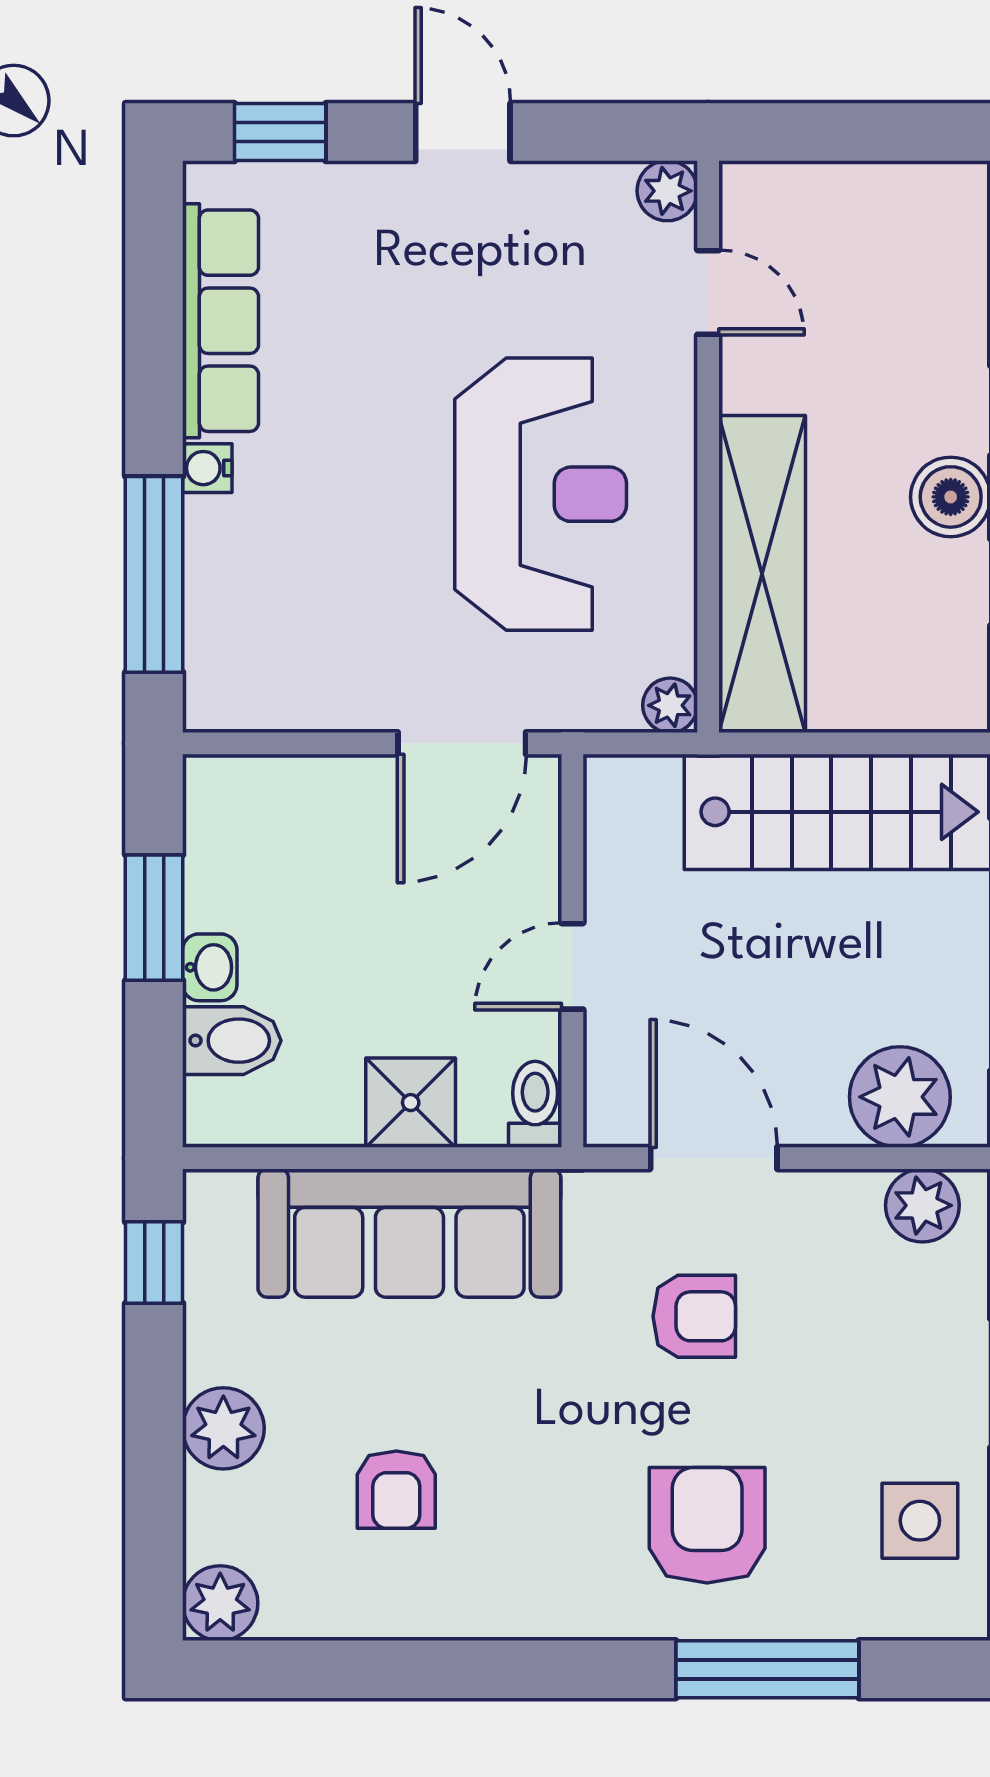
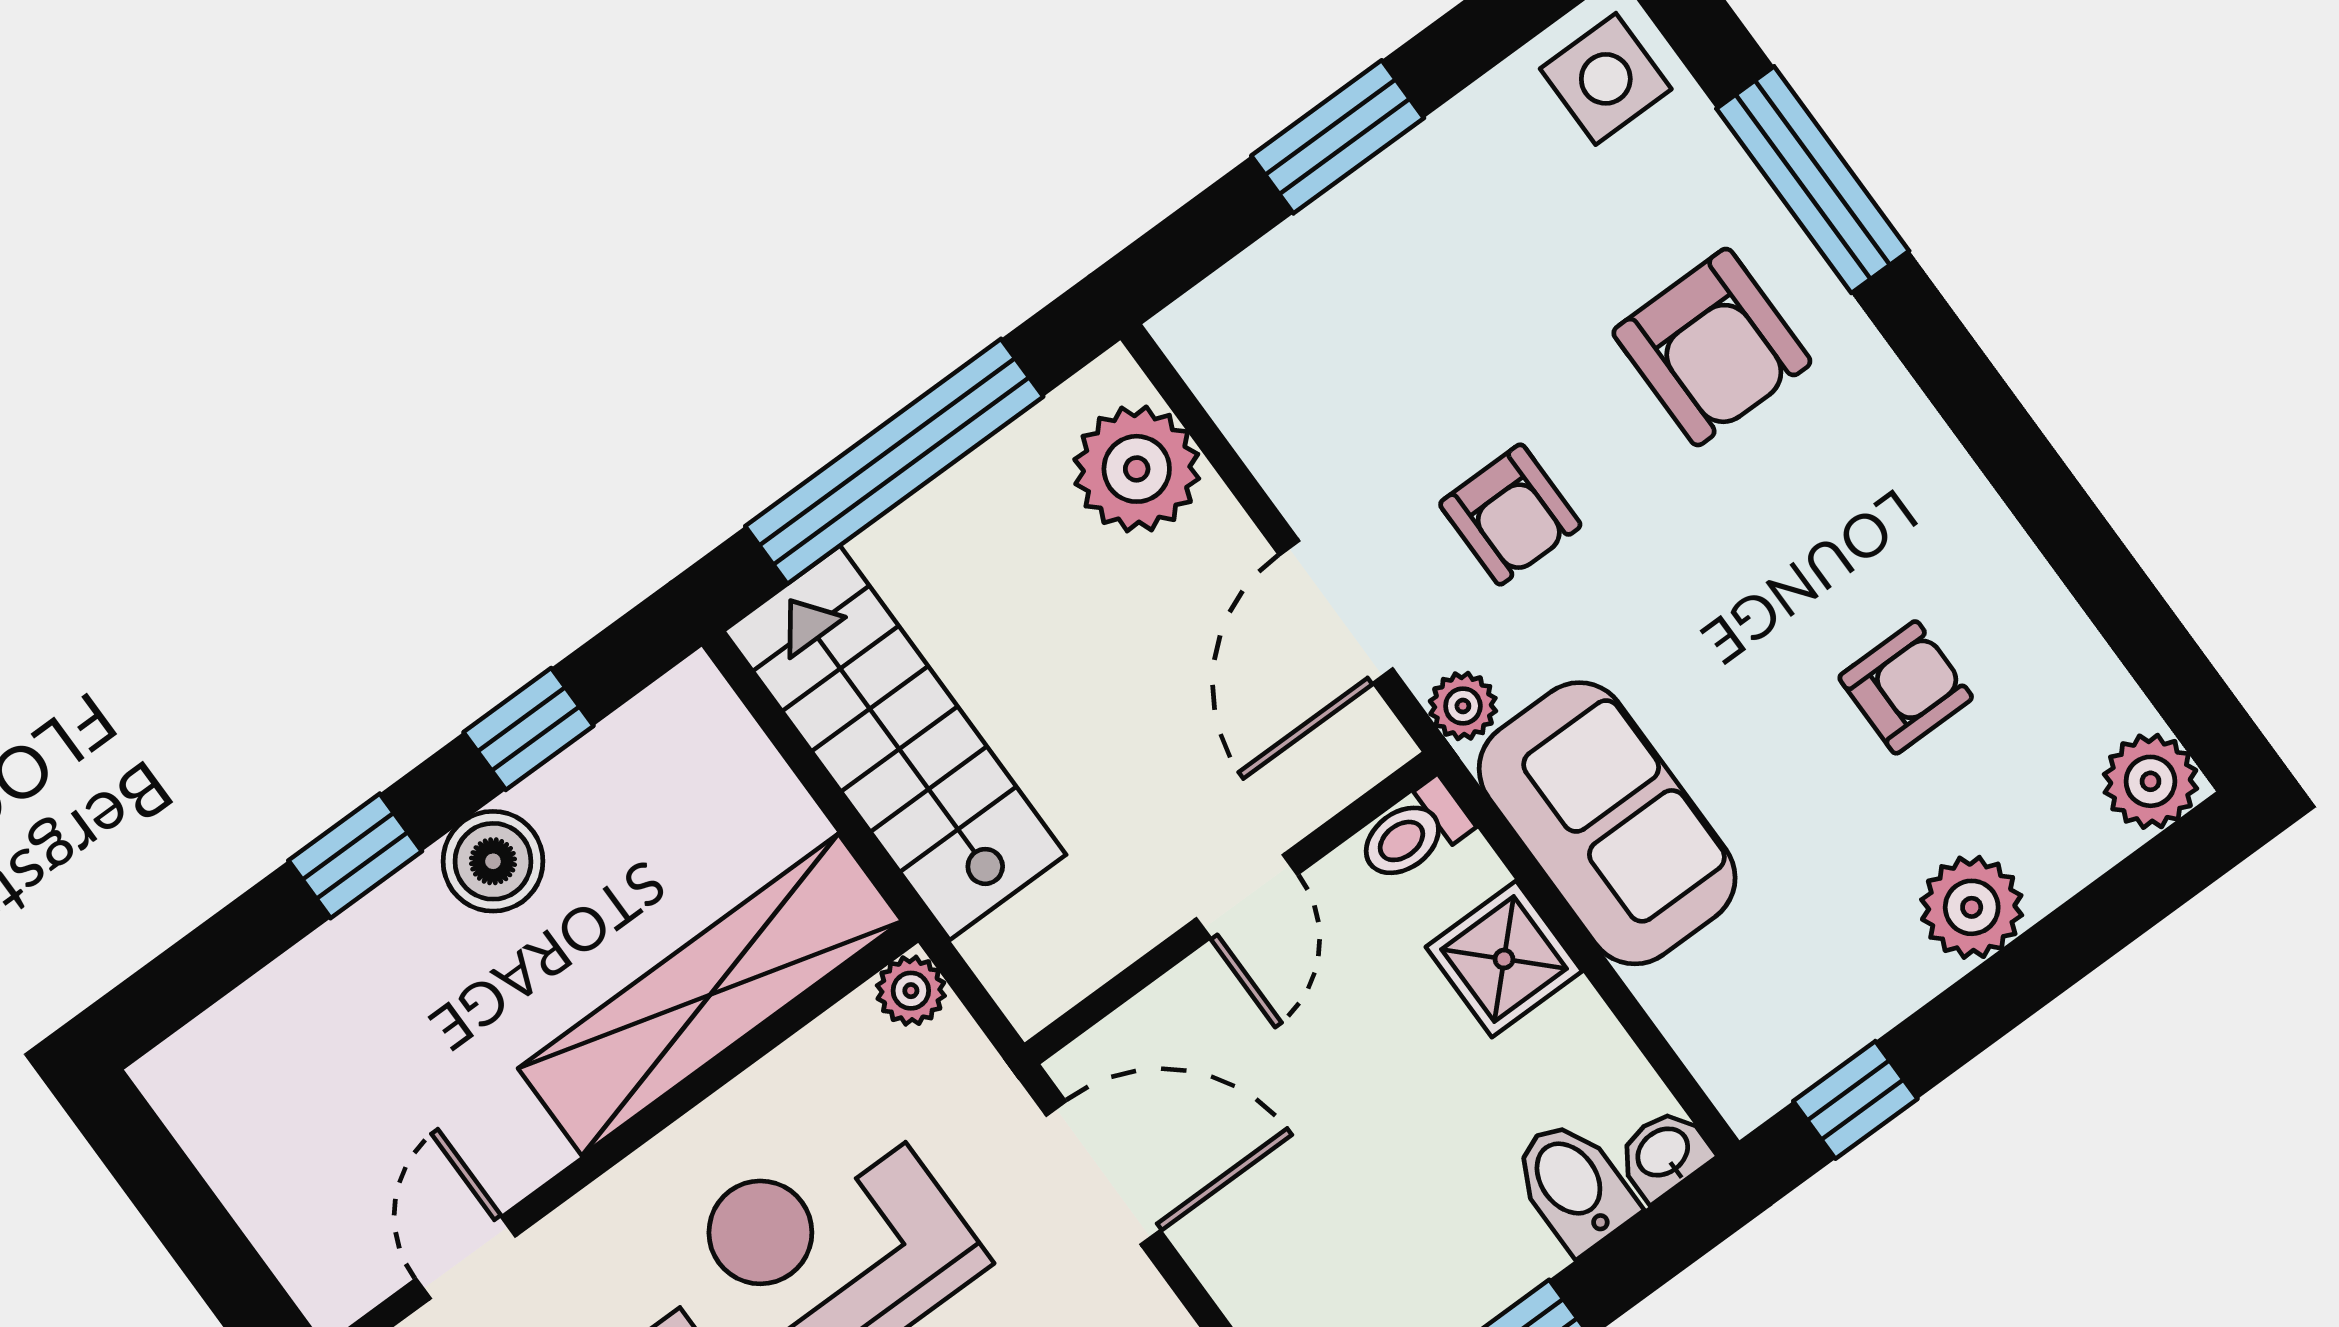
door: (572, 966) -> (1247, 896), hinge flipped
washbasin: (210, 967) -> (1664, 1154), moved
plant: (922, 1205) -> (1463, 706), moved, width x0.73, depth x0.73
sofa: (409, 1233) -> (1607, 823), width x0.73
armchair: (694, 1316) -> (1510, 515), turned 180
side table: (920, 1521) -> (1606, 79), moved
armchair: (707, 1525) -> (1712, 347), turned -90

